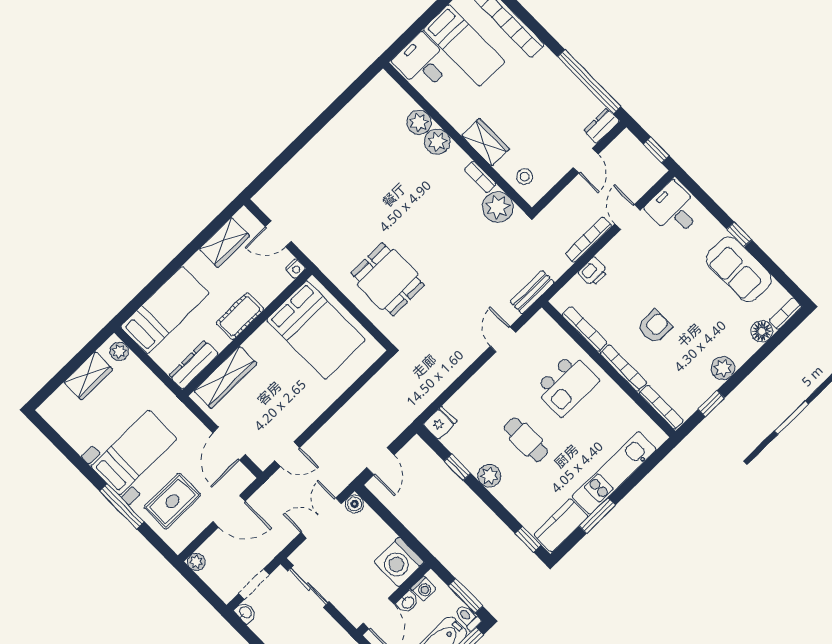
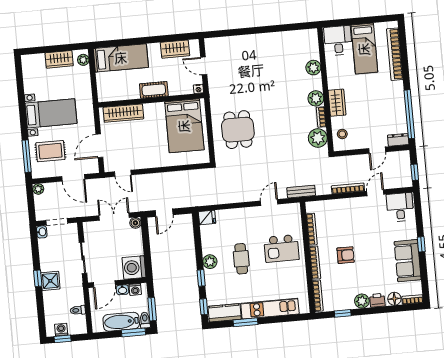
plant: (437, 142) -> (316, 98), moved
printer: (593, 272) -> (377, 300), moved, turned 180
dresser: (194, 365) -> (113, 95), removed
window: (457, 467) -> (201, 278), moved
window: (122, 506) -> (27, 156), moved
sliding door: (308, 586) -> (83, 258), moved

